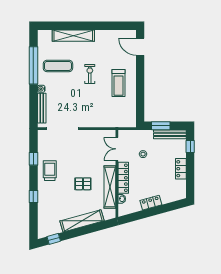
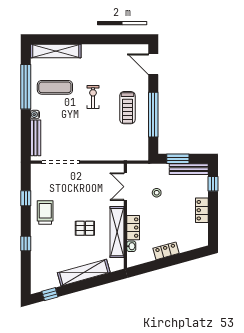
shelving: (73, 36) -> (56, 51), moved
window: (140, 89) -> (153, 115), added
locker: (123, 178) -> (133, 228), width x0.66

